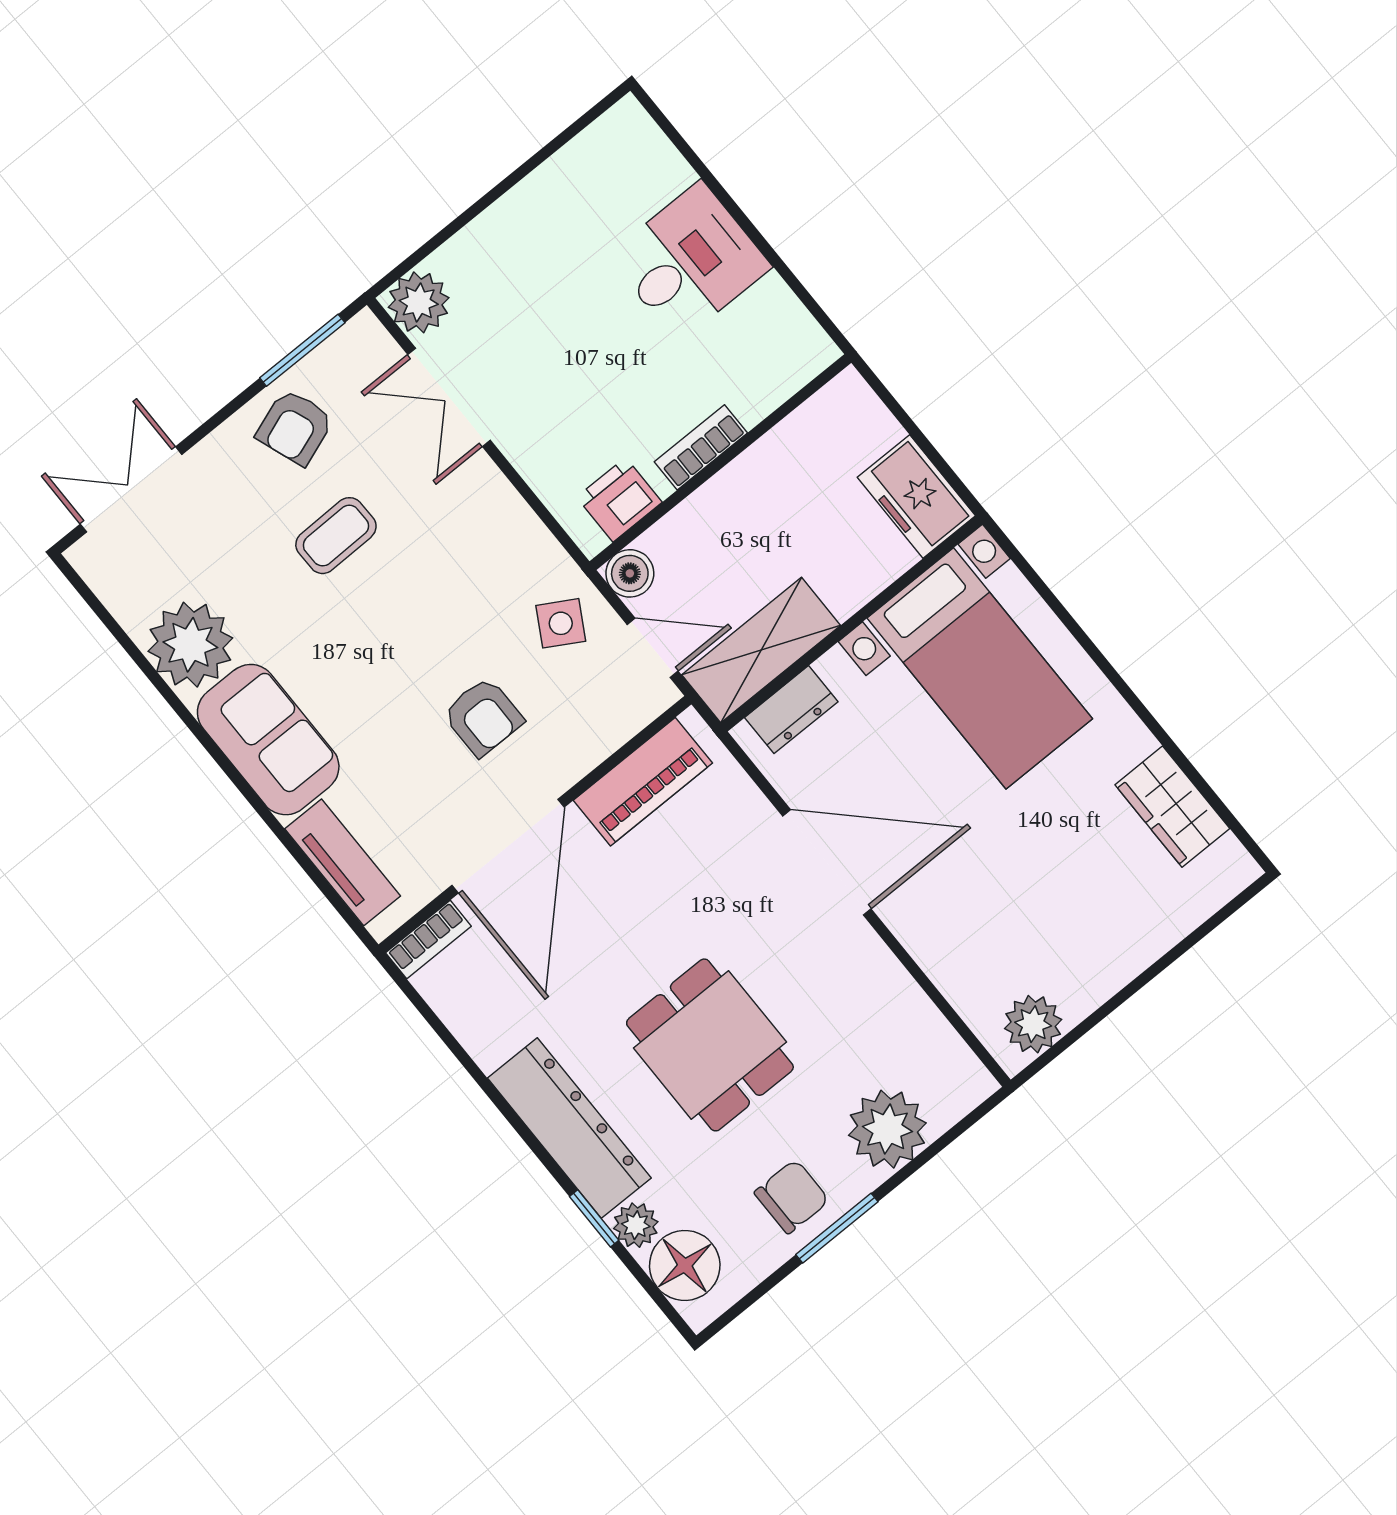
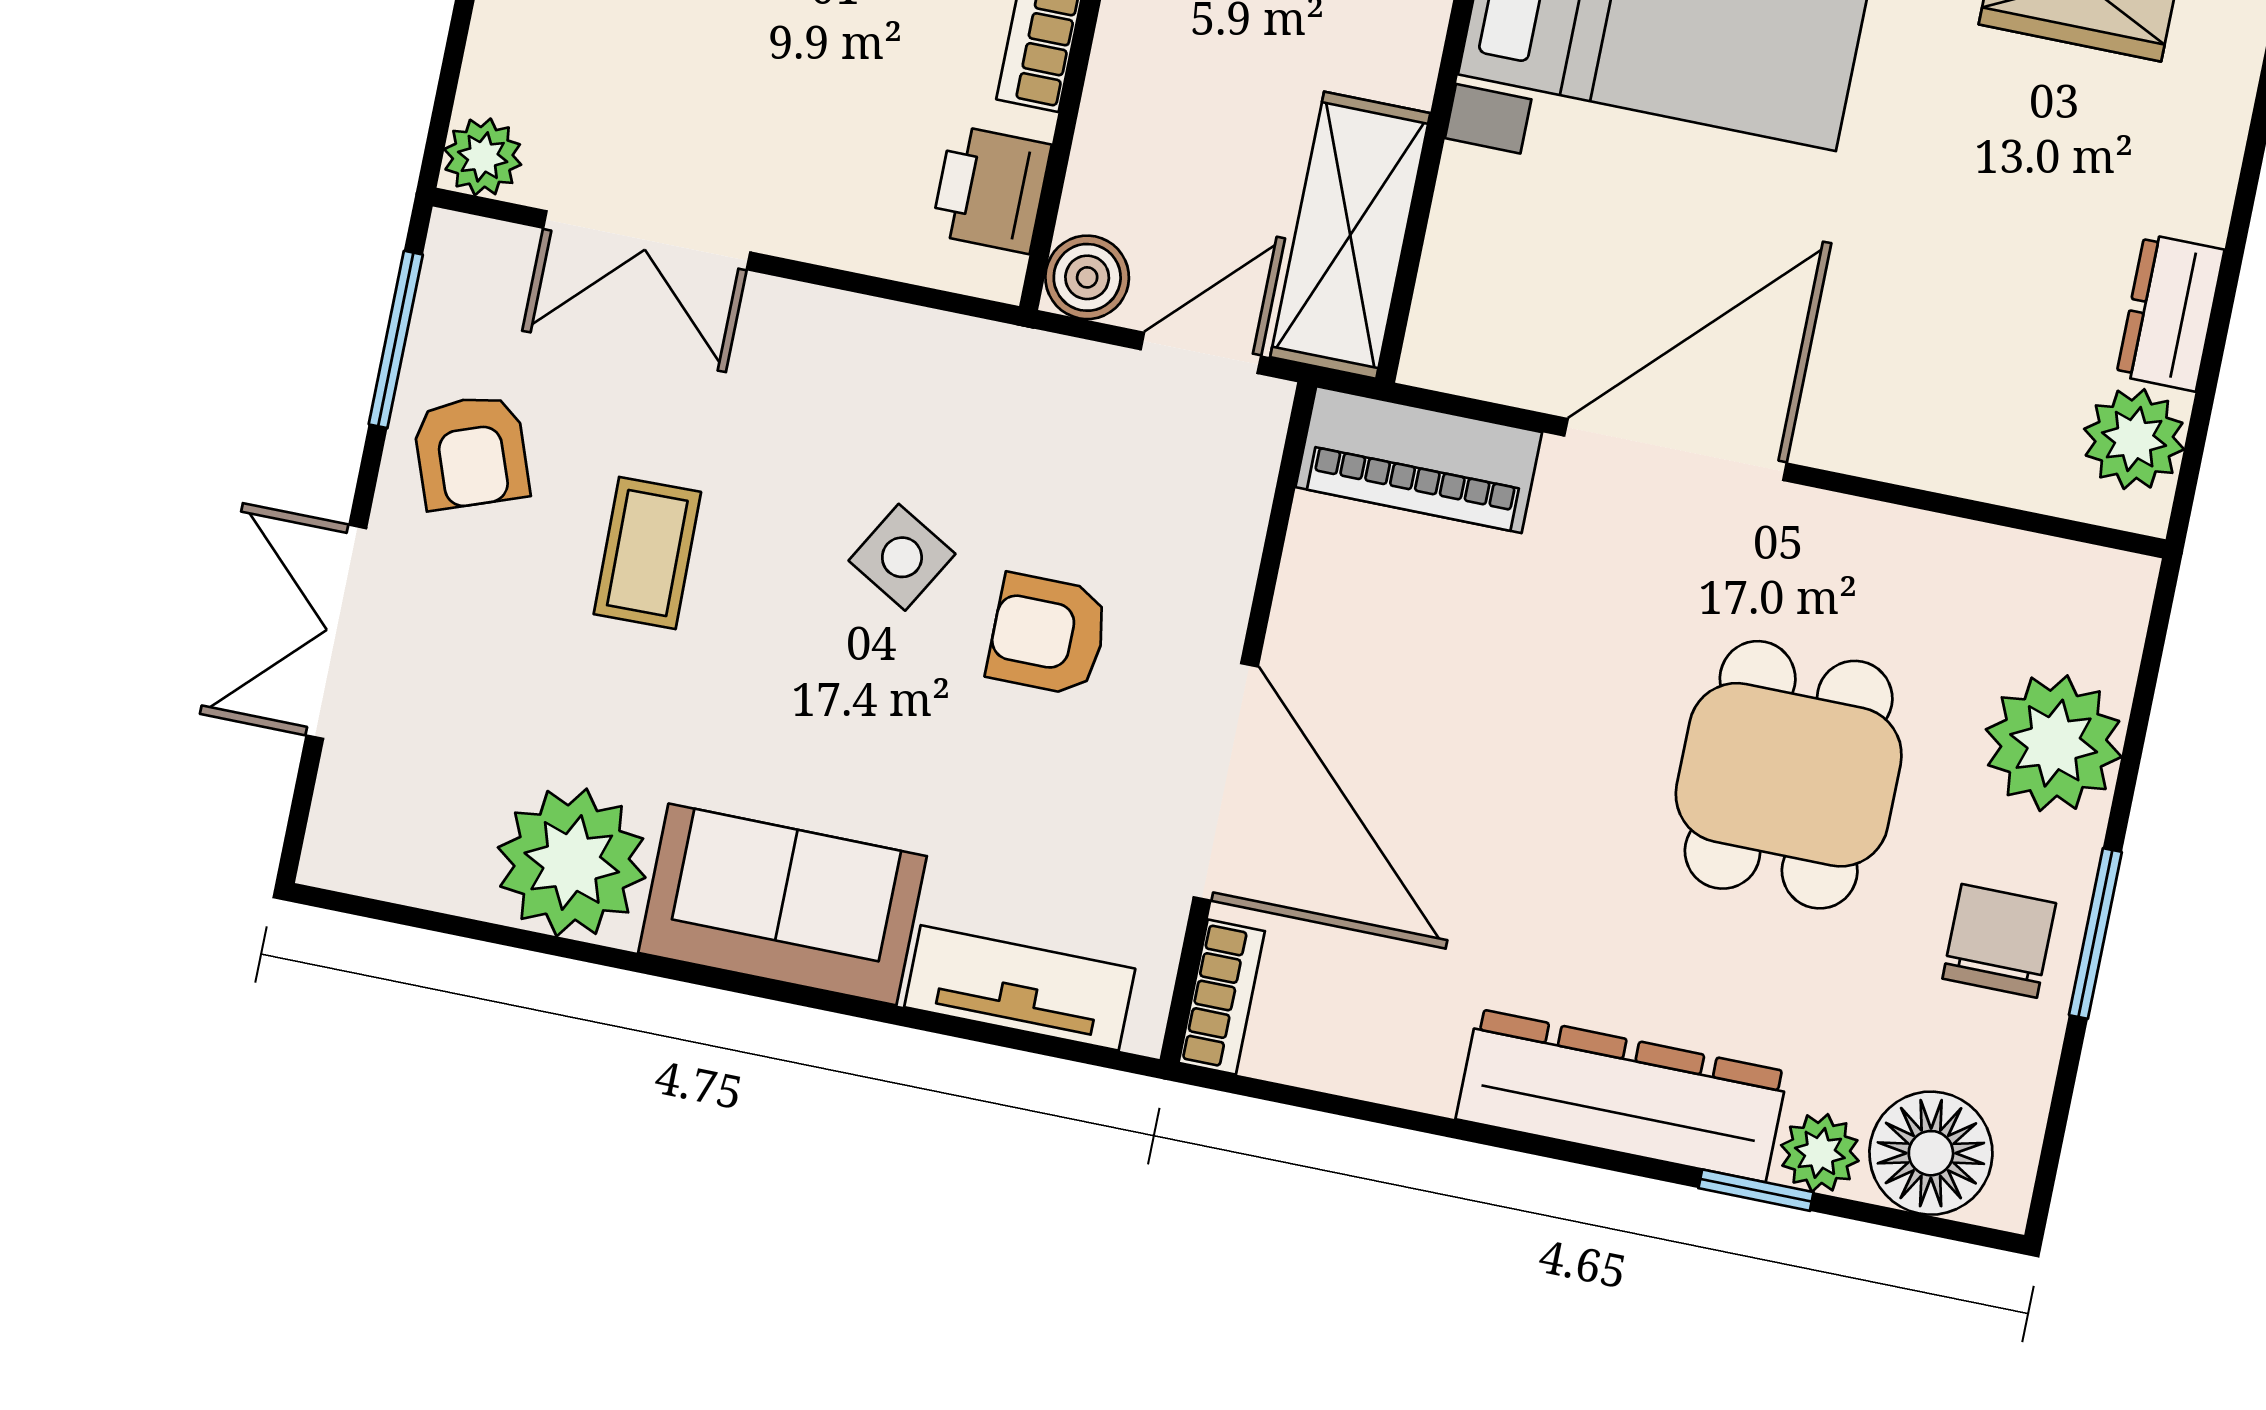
plant: (419, 302) -> (483, 157), width x0.73, depth x0.73
double door: (131, 489) -> (336, 632), moved
side table: (561, 623) -> (902, 557), moved
dresser: (791, 710) -> (2170, 313), moved, turned 180
armchair: (483, 717) -> (1048, 635), turned 180
piano: (643, 782) -> (1419, 460), moved, turned 90
dining table: (710, 1045) -> (1789, 775), moved, turned 90

